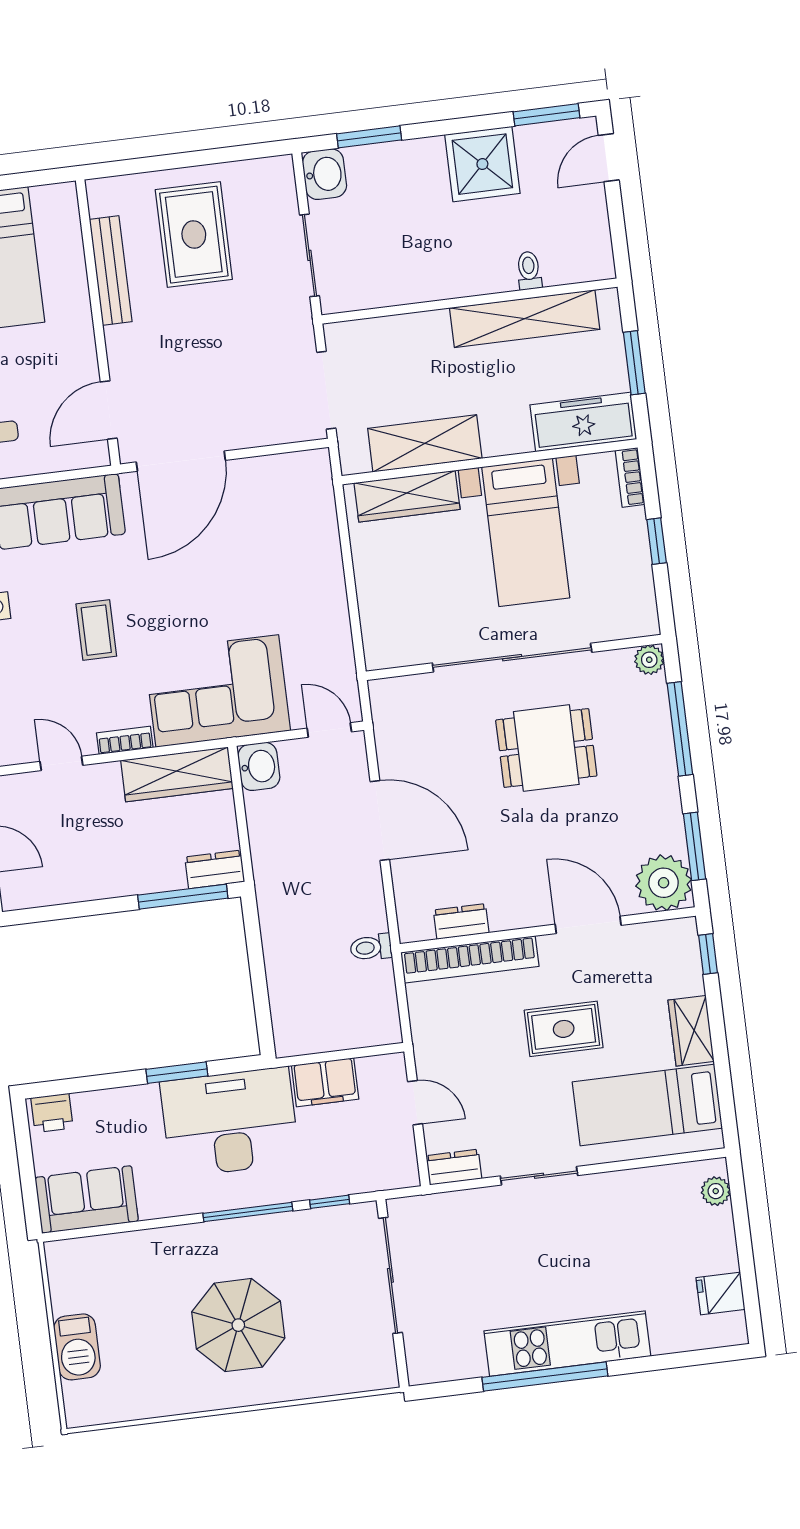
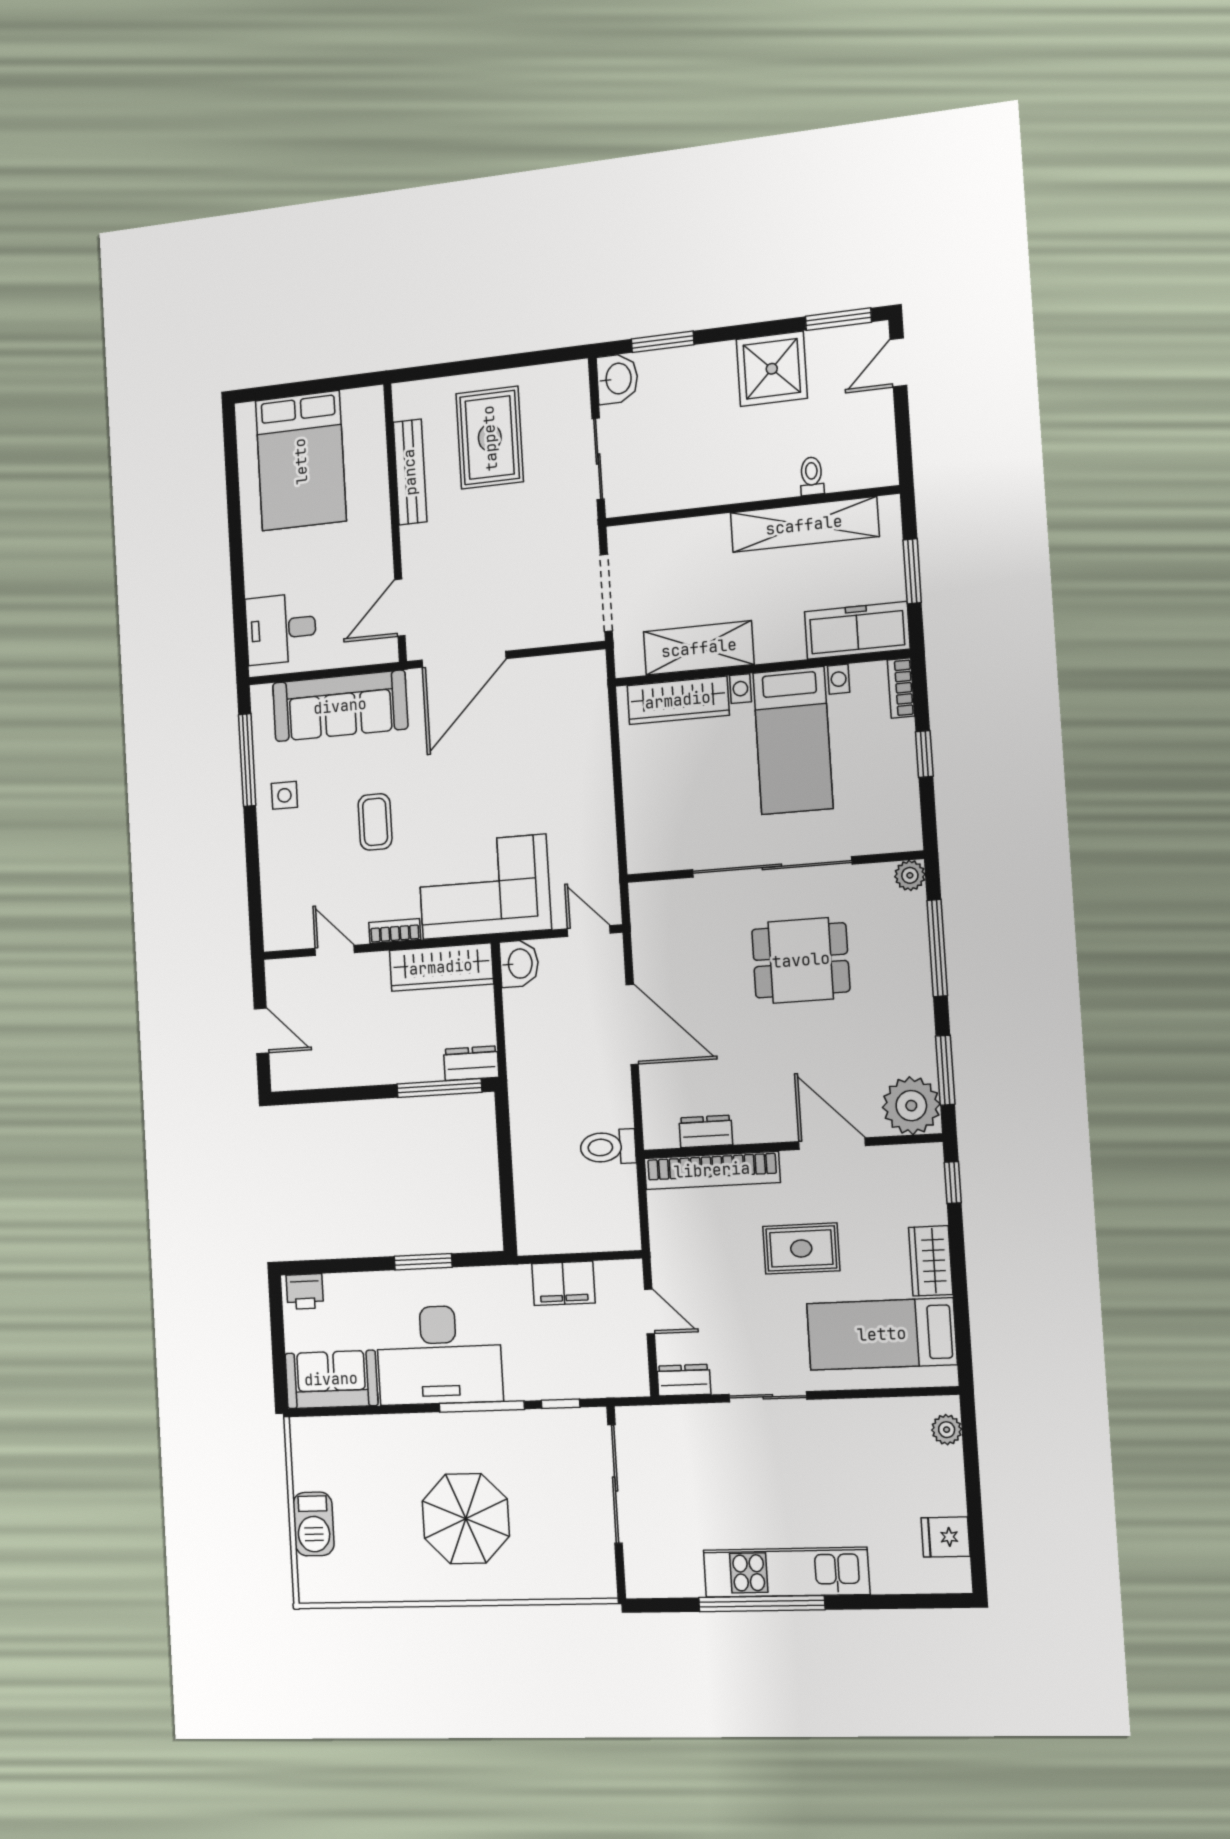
toilet: (371, 947) -> (608, 1147), width x1.37, depth x1.39
desk: (230, 1122) -> (439, 1355), moved, turned 180

